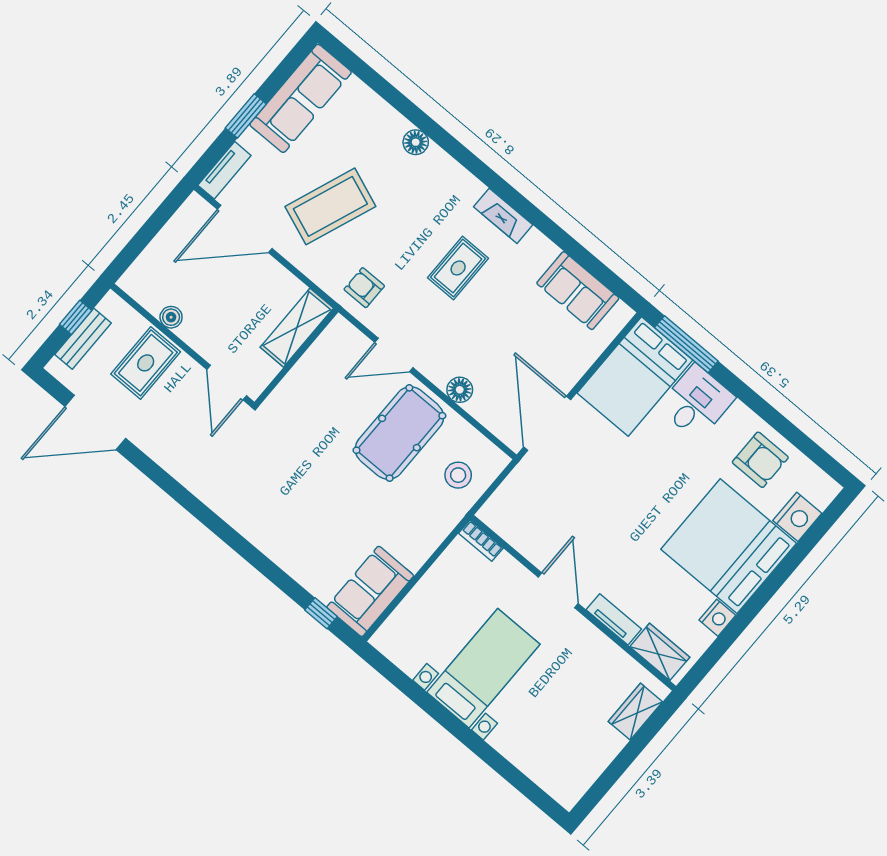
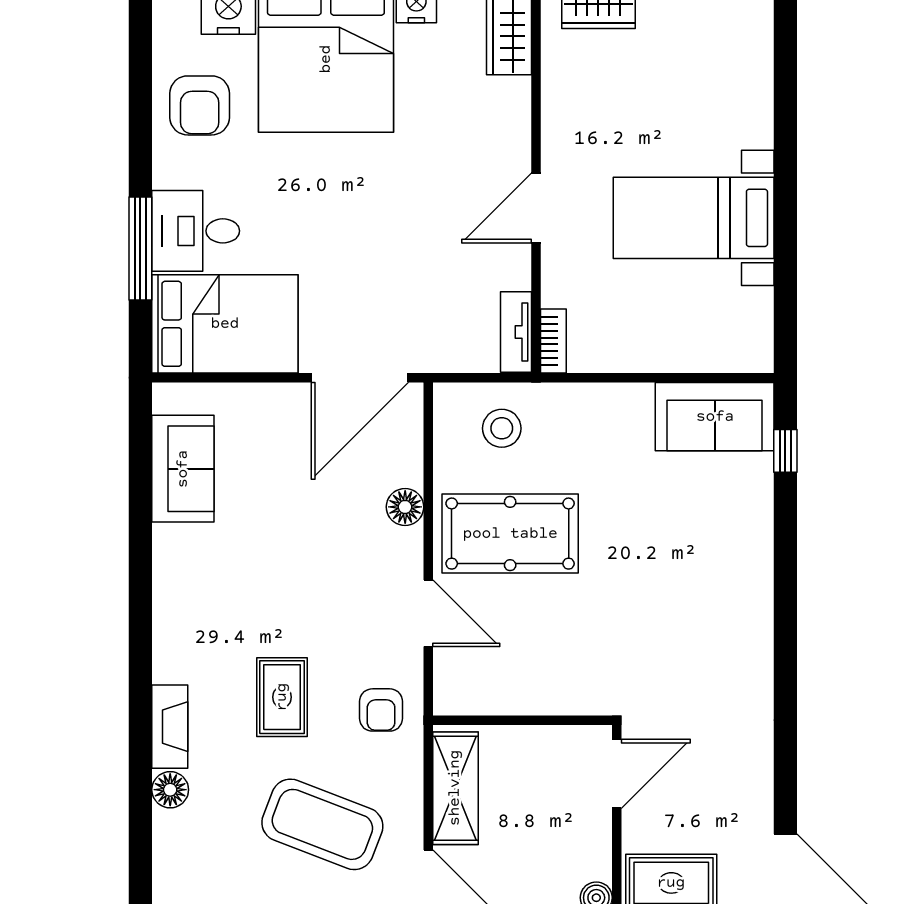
fireplace: (503, 216) -> (170, 727), moved
rug: (458, 268) -> (282, 697), moved, turned 90
shelving: (297, 328) -> (455, 788), moved, turned 90
window: (686, 344) -> (140, 249), moved
armchair: (760, 460) -> (200, 105), turned 180
tv unit: (614, 619) -> (516, 332), moved

